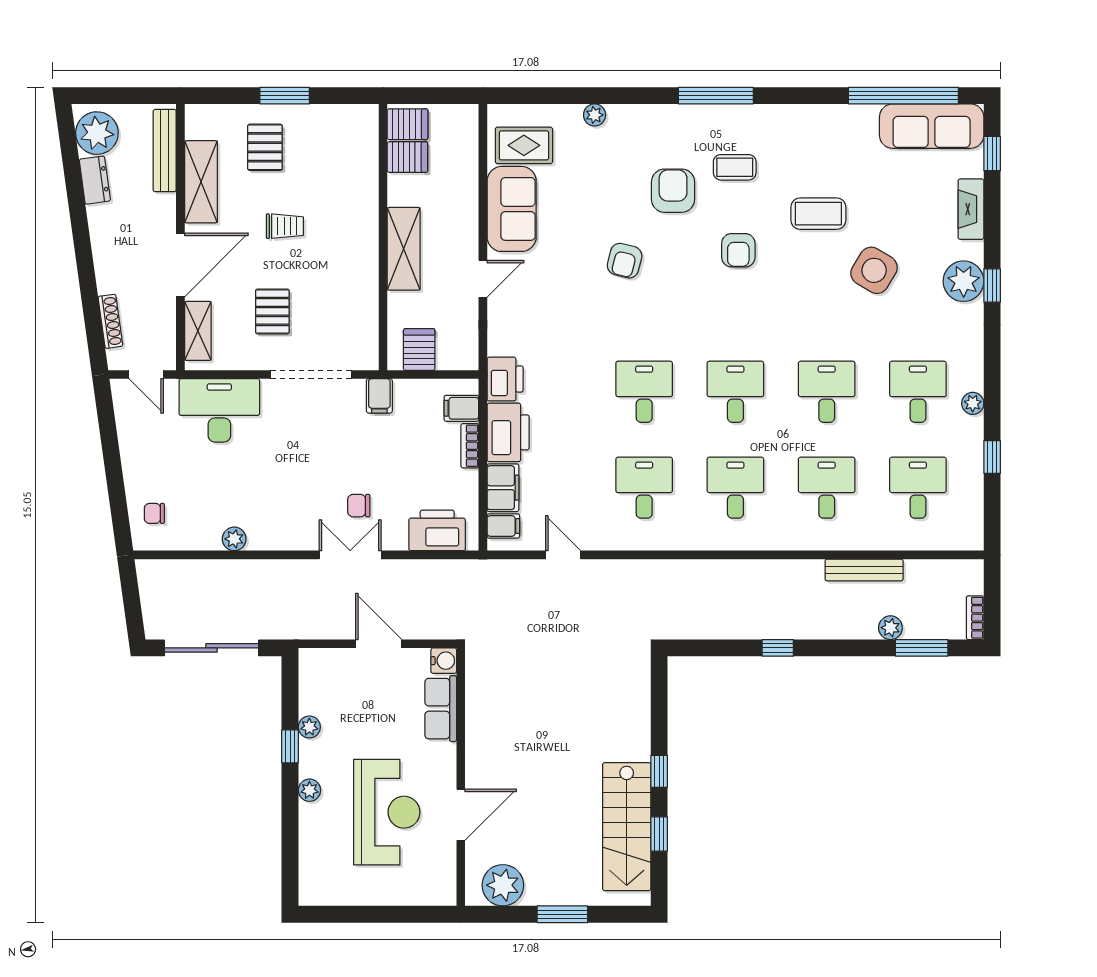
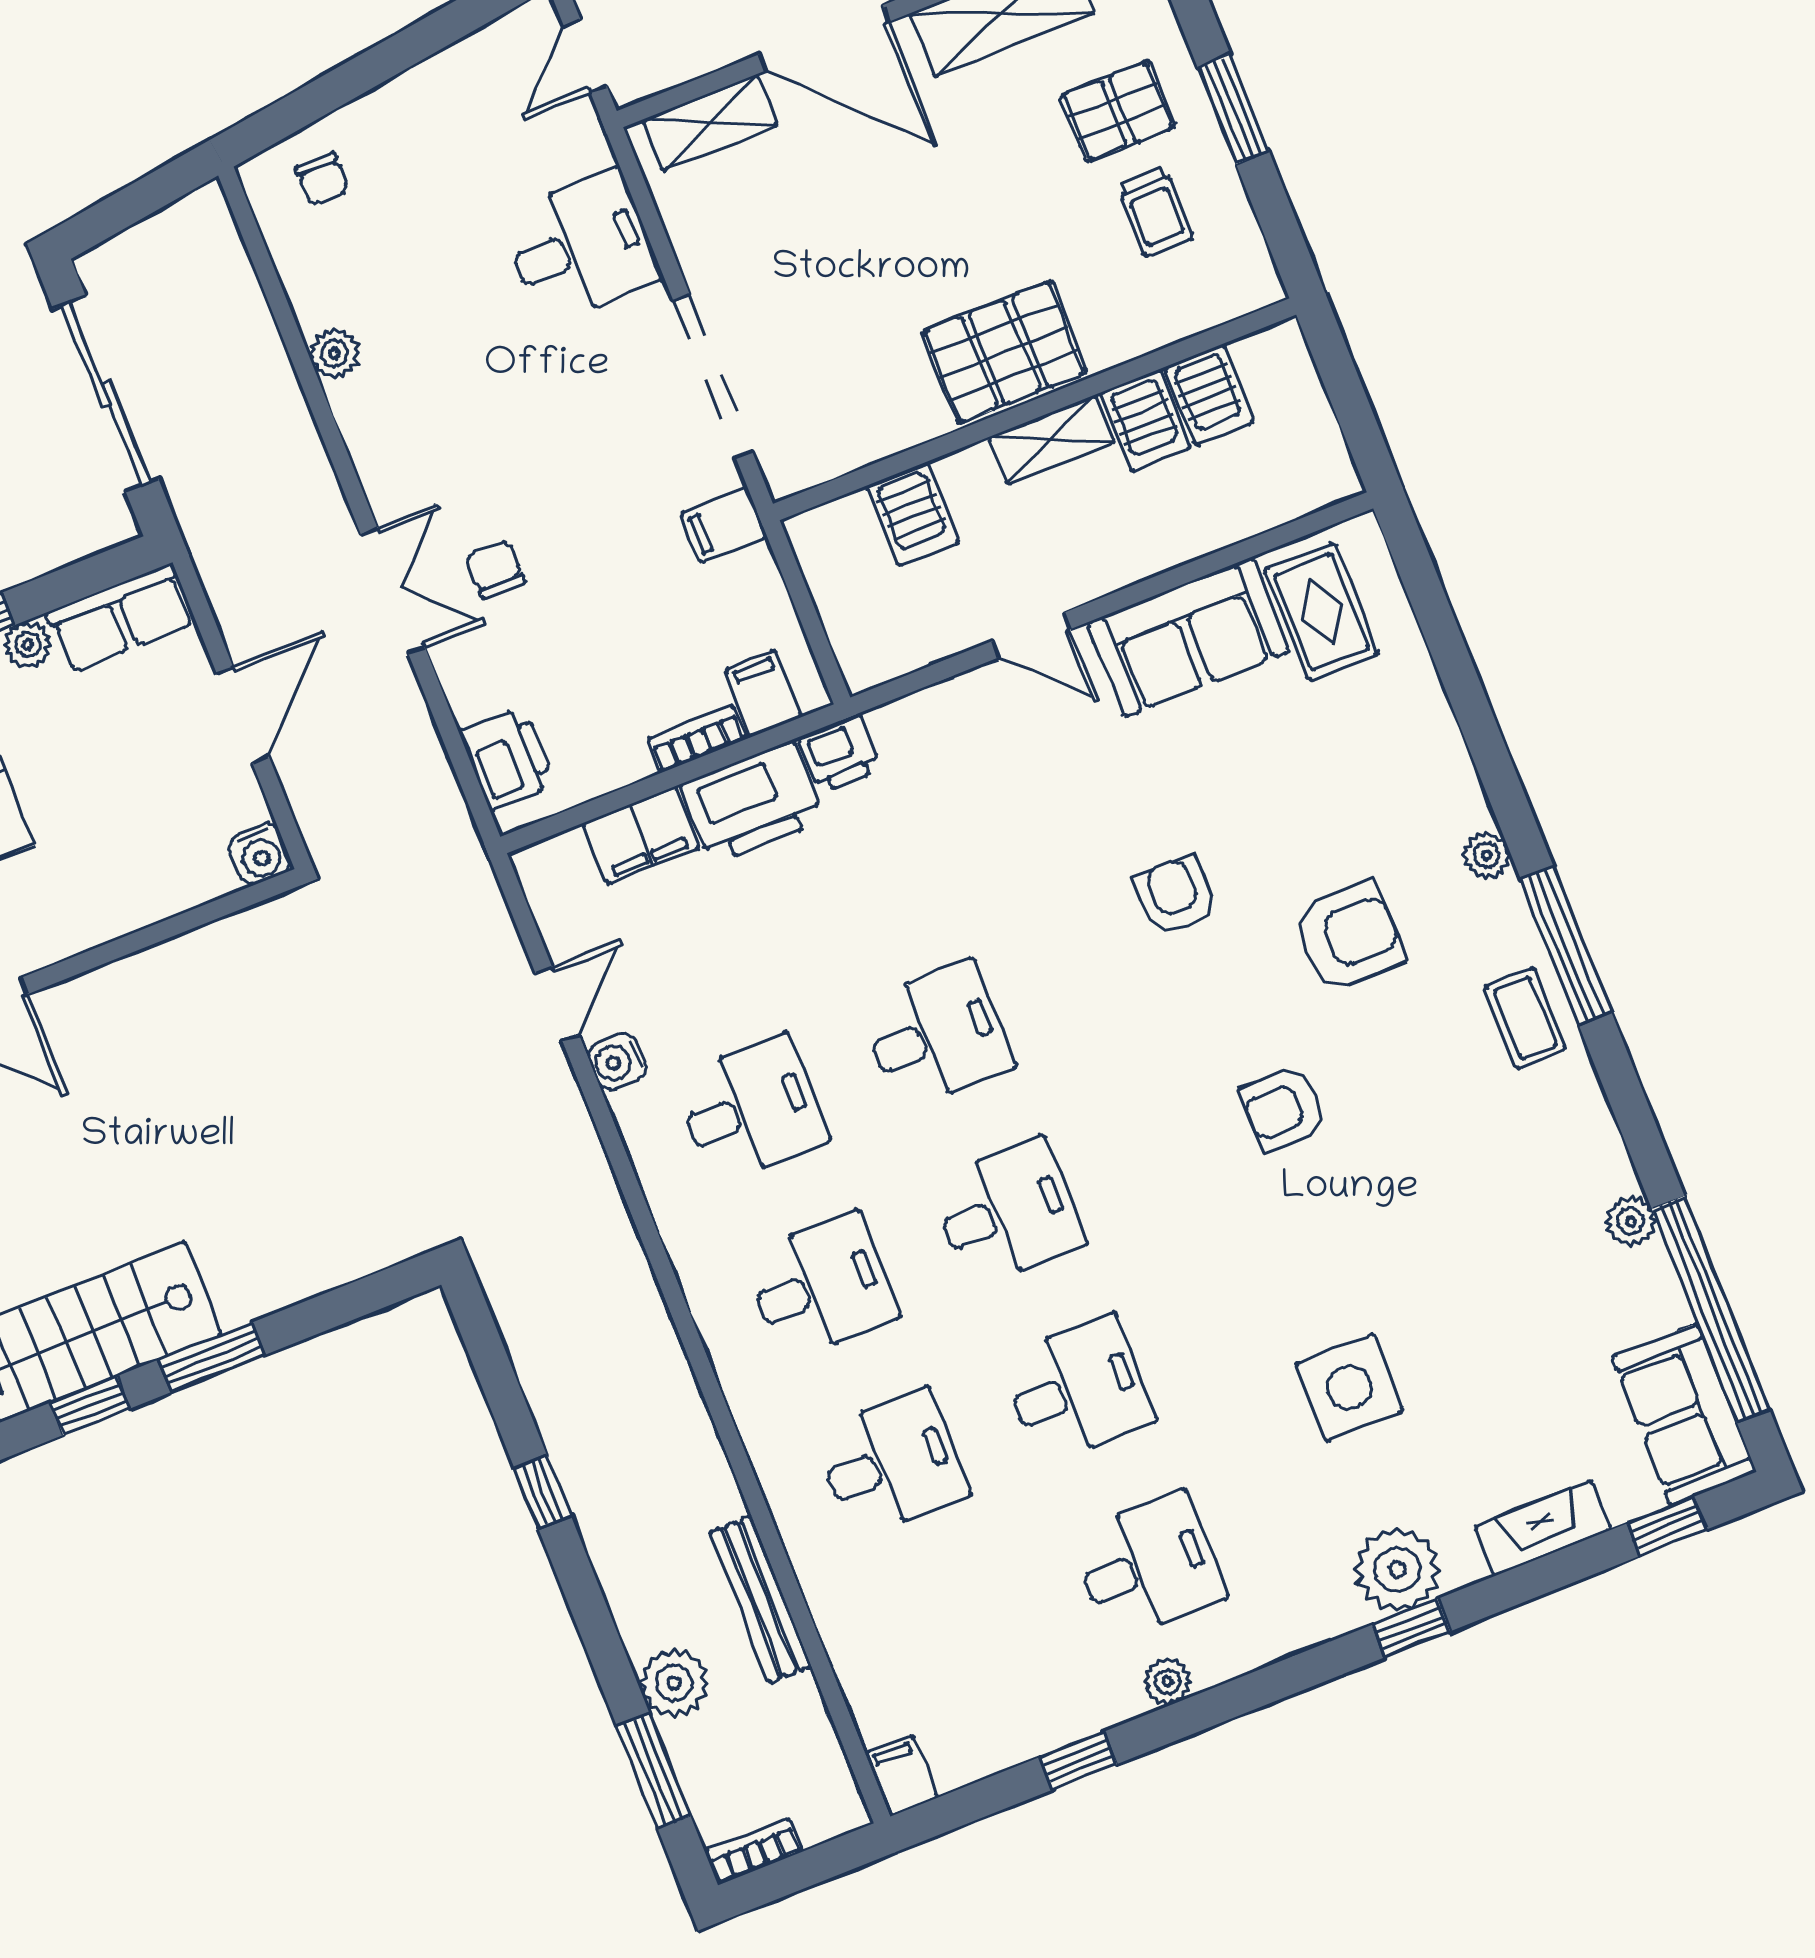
plant: (595, 115) -> (1487, 855), moved
plant: (850, 116) -> (1631, 1221), added
server rack: (408, 124) -> (1145, 420), moved
sofa: (932, 126) -> (1684, 1415), width x0.73
coffee table: (735, 167) -> (1525, 1018), moved
coffee table: (818, 214) -> (1416, 1236), removed
trolley: (285, 226) -> (1155, 212), moved
shelving: (404, 249) -> (1051, 440), width x0.67, depth x0.75
armchair: (625, 261) -> (1176, 896), turned 76
side table: (874, 270) -> (1349, 1387), turned -31
pallet: (272, 311) -> (1004, 352), moved, width x1.50, depth x1.42
server rack: (419, 349) -> (913, 514), moved, turned 90
printer: (505, 379) -> (840, 753), width x0.73, depth x0.81
desk: (219, 410) -> (581, 247), width x0.73
desk: (918, 488) -> (962, 1640), removed
chair: (154, 513) -> (322, 179), turned 180
filing cabinet: (503, 526) -> (901, 1776), moved, turned 180
printer: (437, 530) -> (507, 758), width x0.73, depth x0.84
water cooler: (599, 539) -> (617, 1062), added
plant: (890, 628) -> (674, 1683), width x1.38, depth x1.38
row of seats: (441, 709) -> (121, 618), moved, turned 180
window: (659, 771) -> (212, 1357), width x1.50

